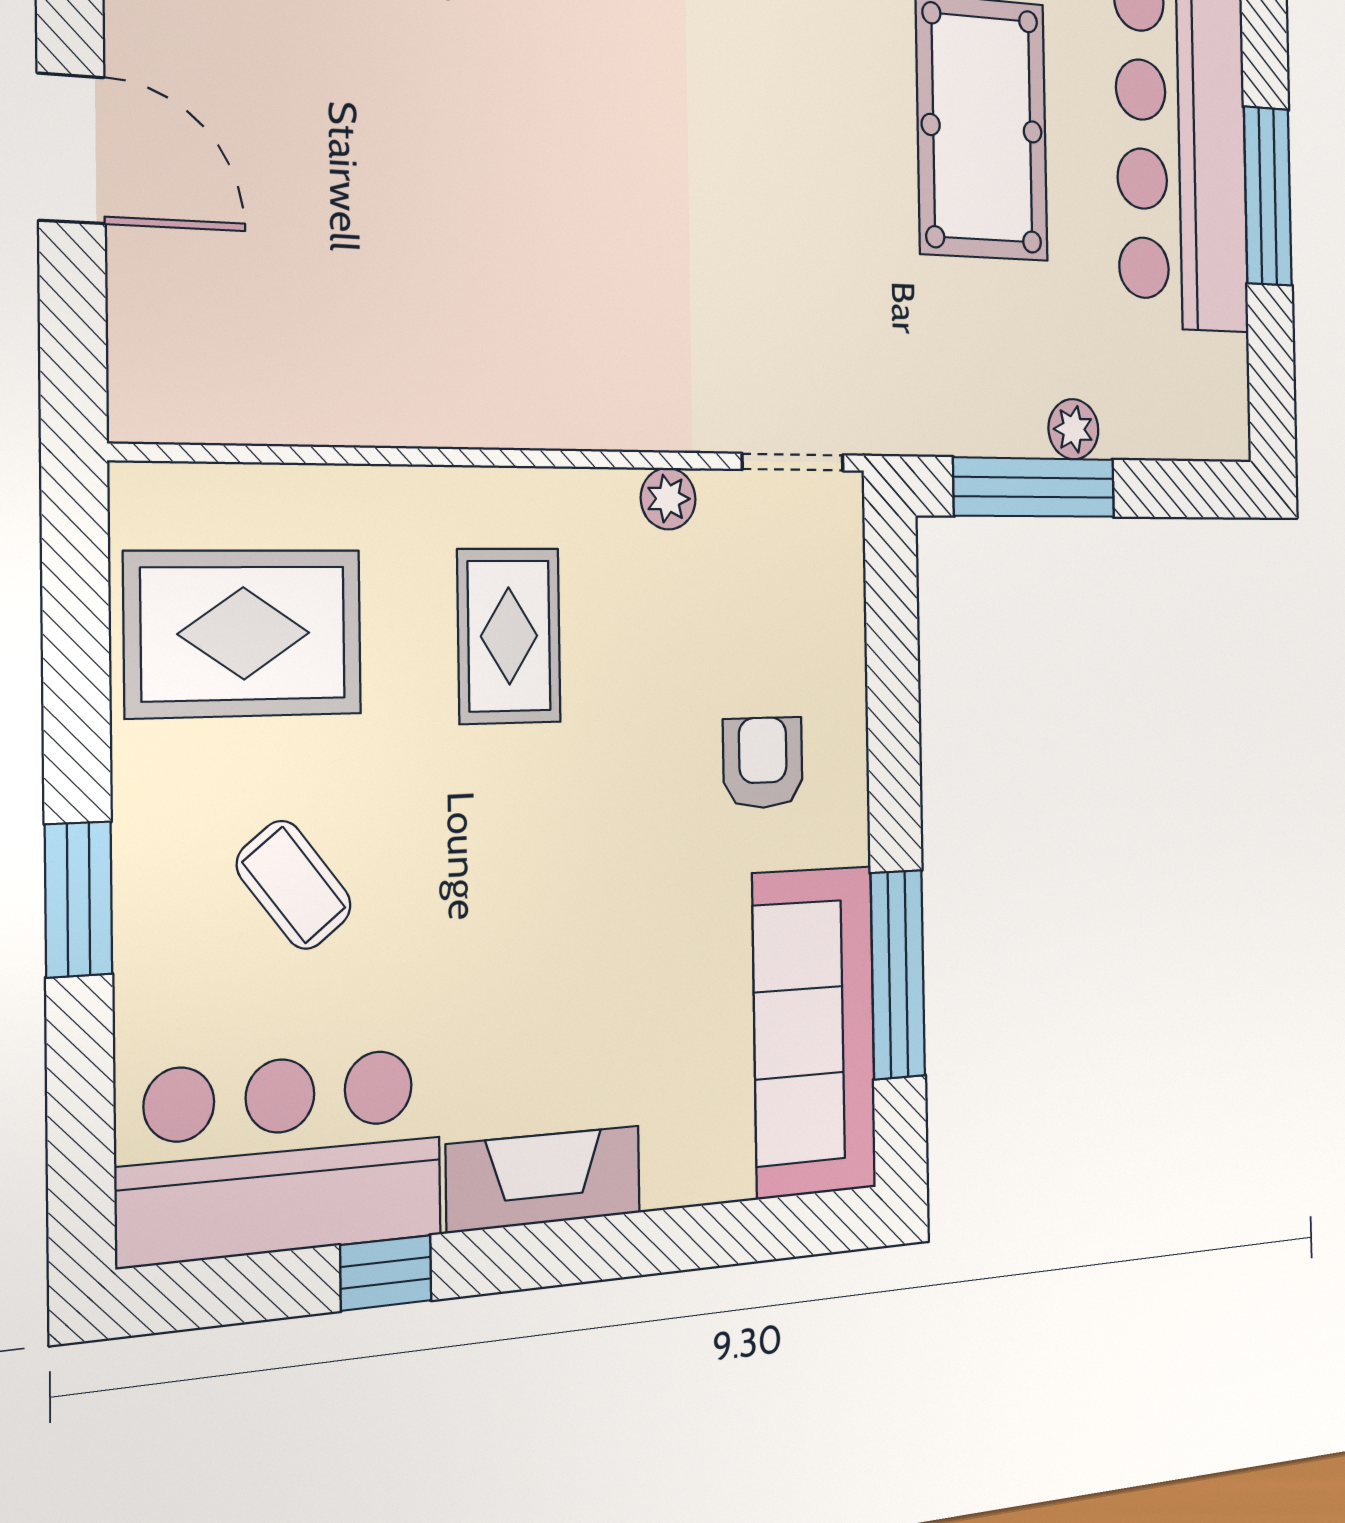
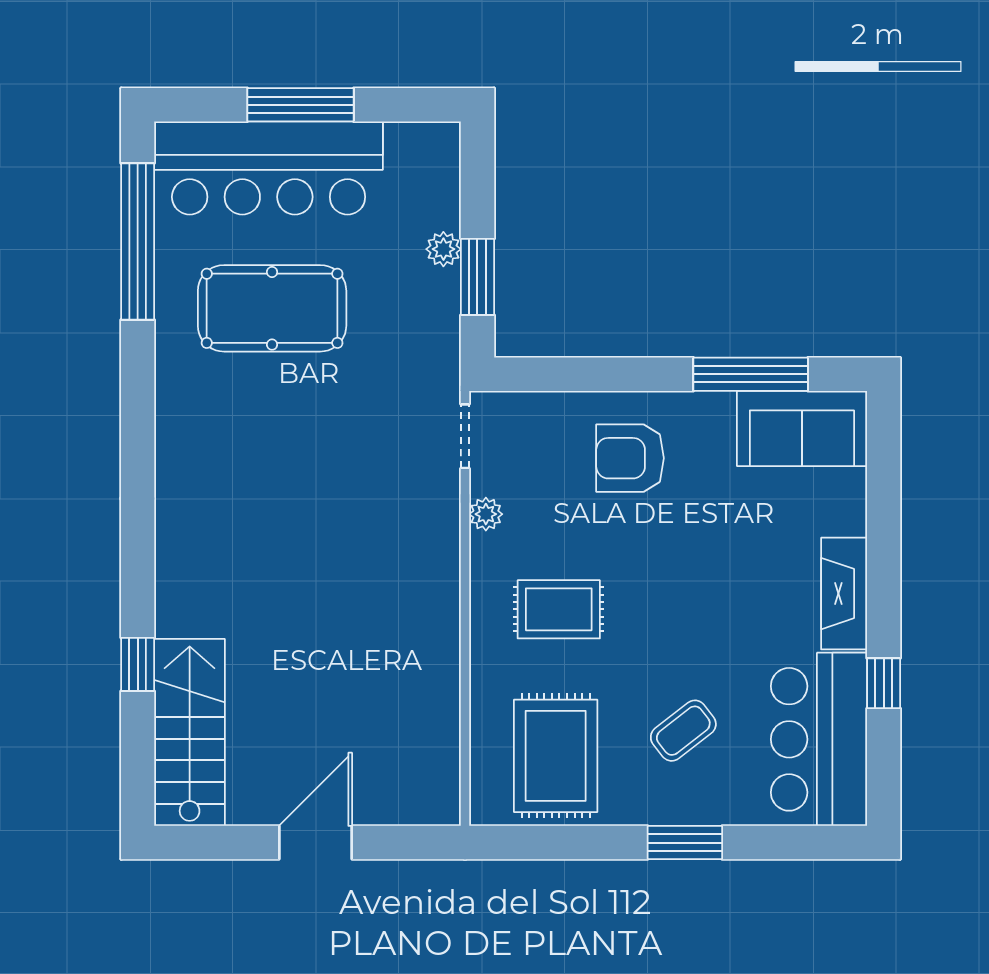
window: (1034, 487) -> (477, 277), width x0.69
armchair: (763, 763) -> (630, 458), width x1.38, depth x1.38
sofa: (814, 1031) -> (802, 428), width x0.73

